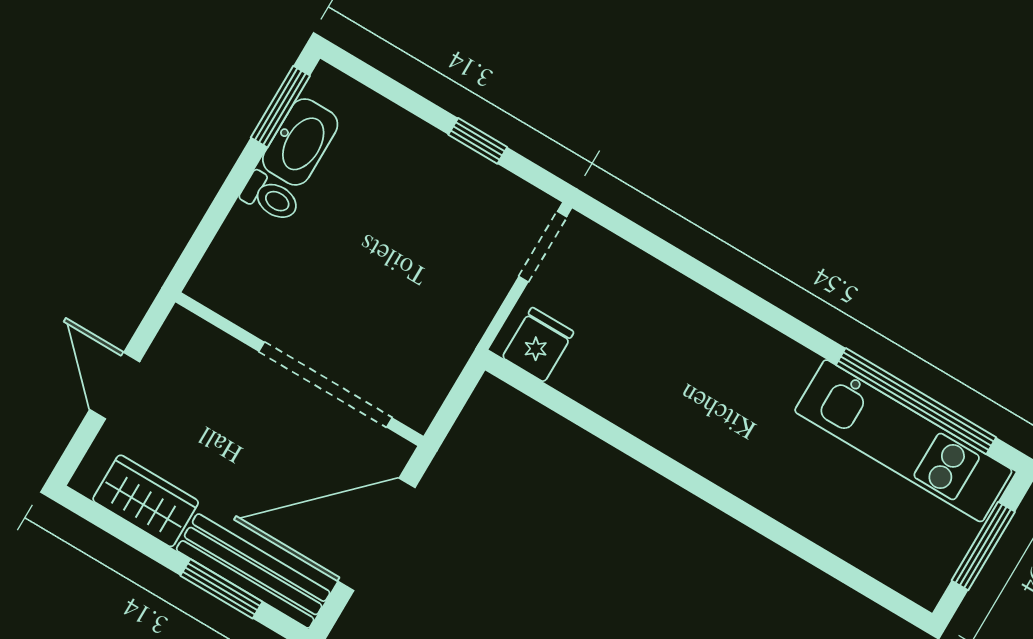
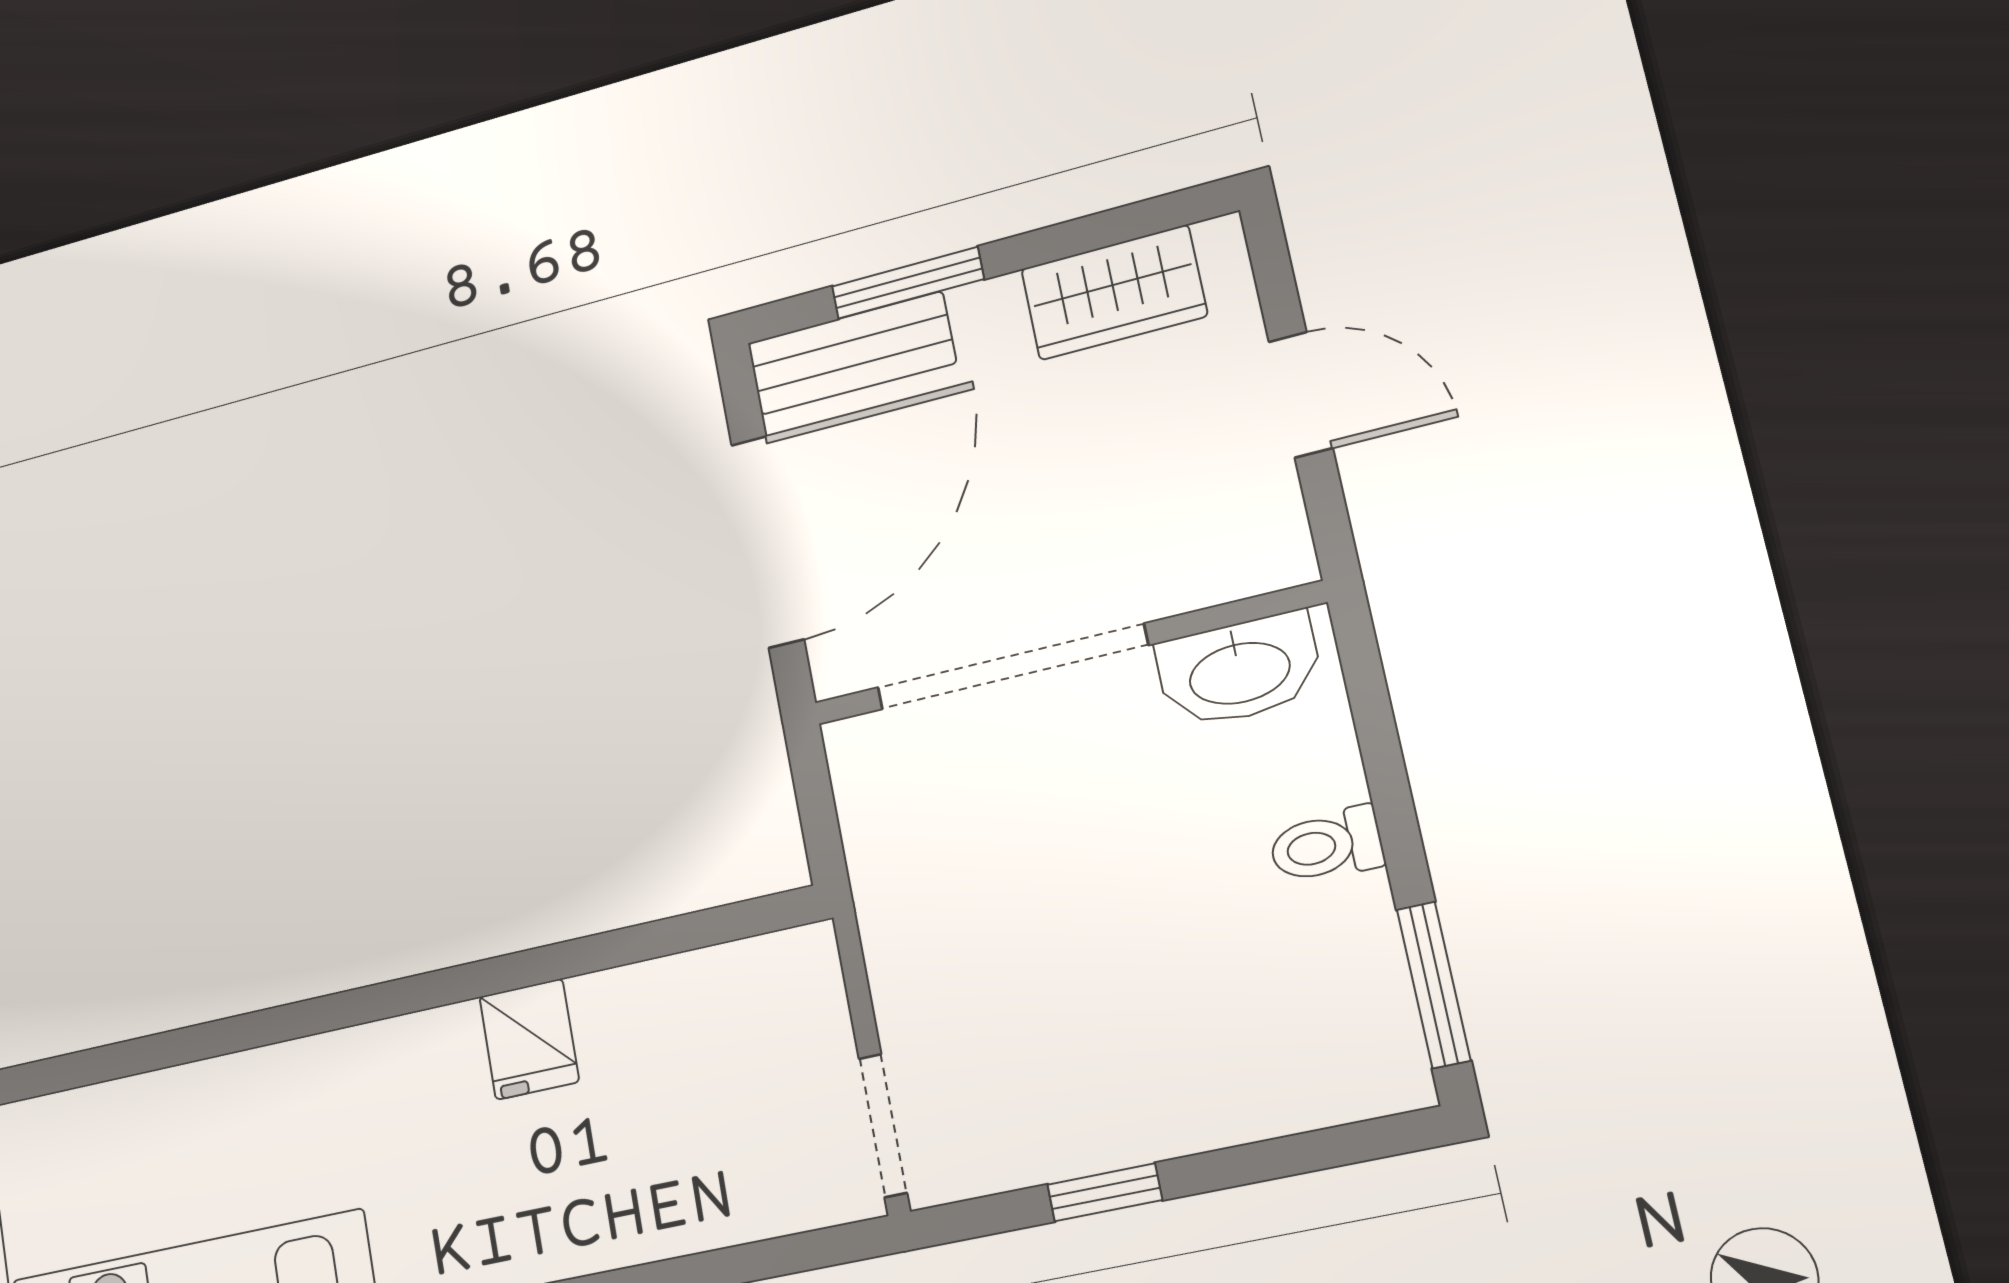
washbasin: (300, 142) -> (1239, 671), moved, turned -90
fridge: (538, 345) -> (529, 1039), moved
bench: (253, 571) -> (851, 353), width x0.73

